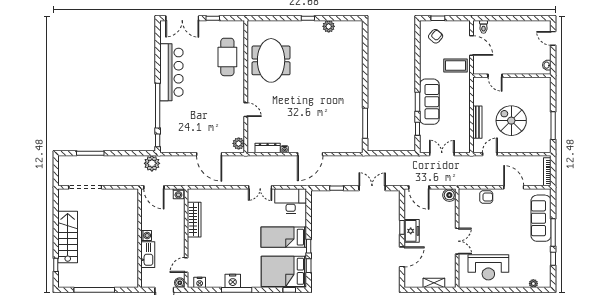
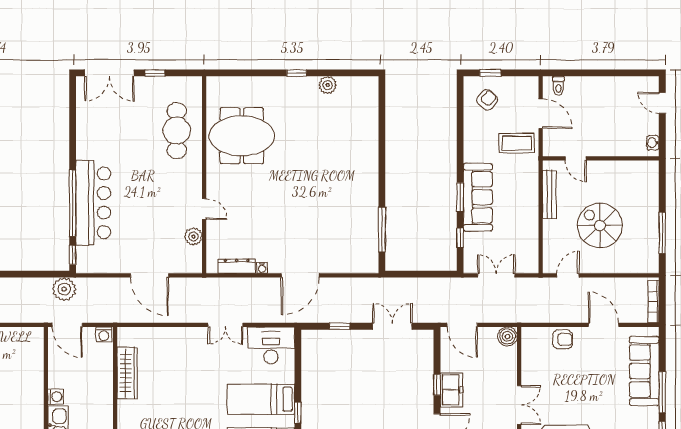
meeting table: (271, 60) -> (242, 136), turned 90
bar counter: (171, 72) -> (93, 203), moved
bench: (477, 122) -> (549, 194), moved
plant: (239, 143) -> (193, 236), moved

